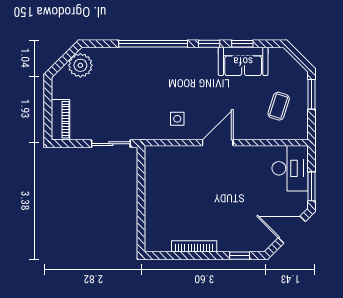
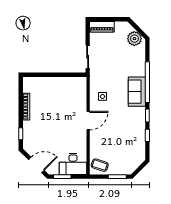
sofa: (243, 61) -> (137, 92), moved
coffee table: (279, 106) -> (100, 165), moved
door: (218, 143) -> (88, 121), hinge flipped
door: (292, 230) -> (36, 165), hinge flipped

